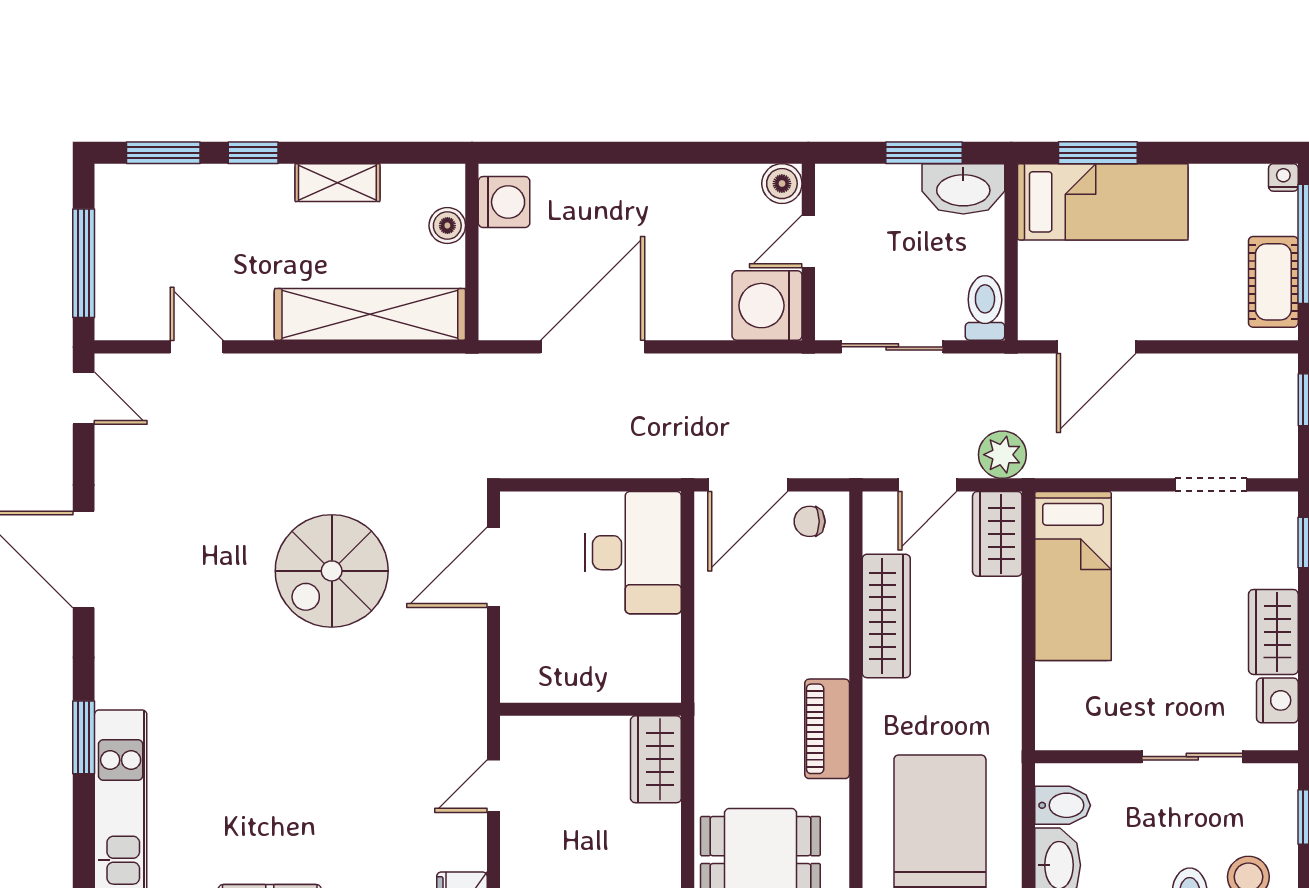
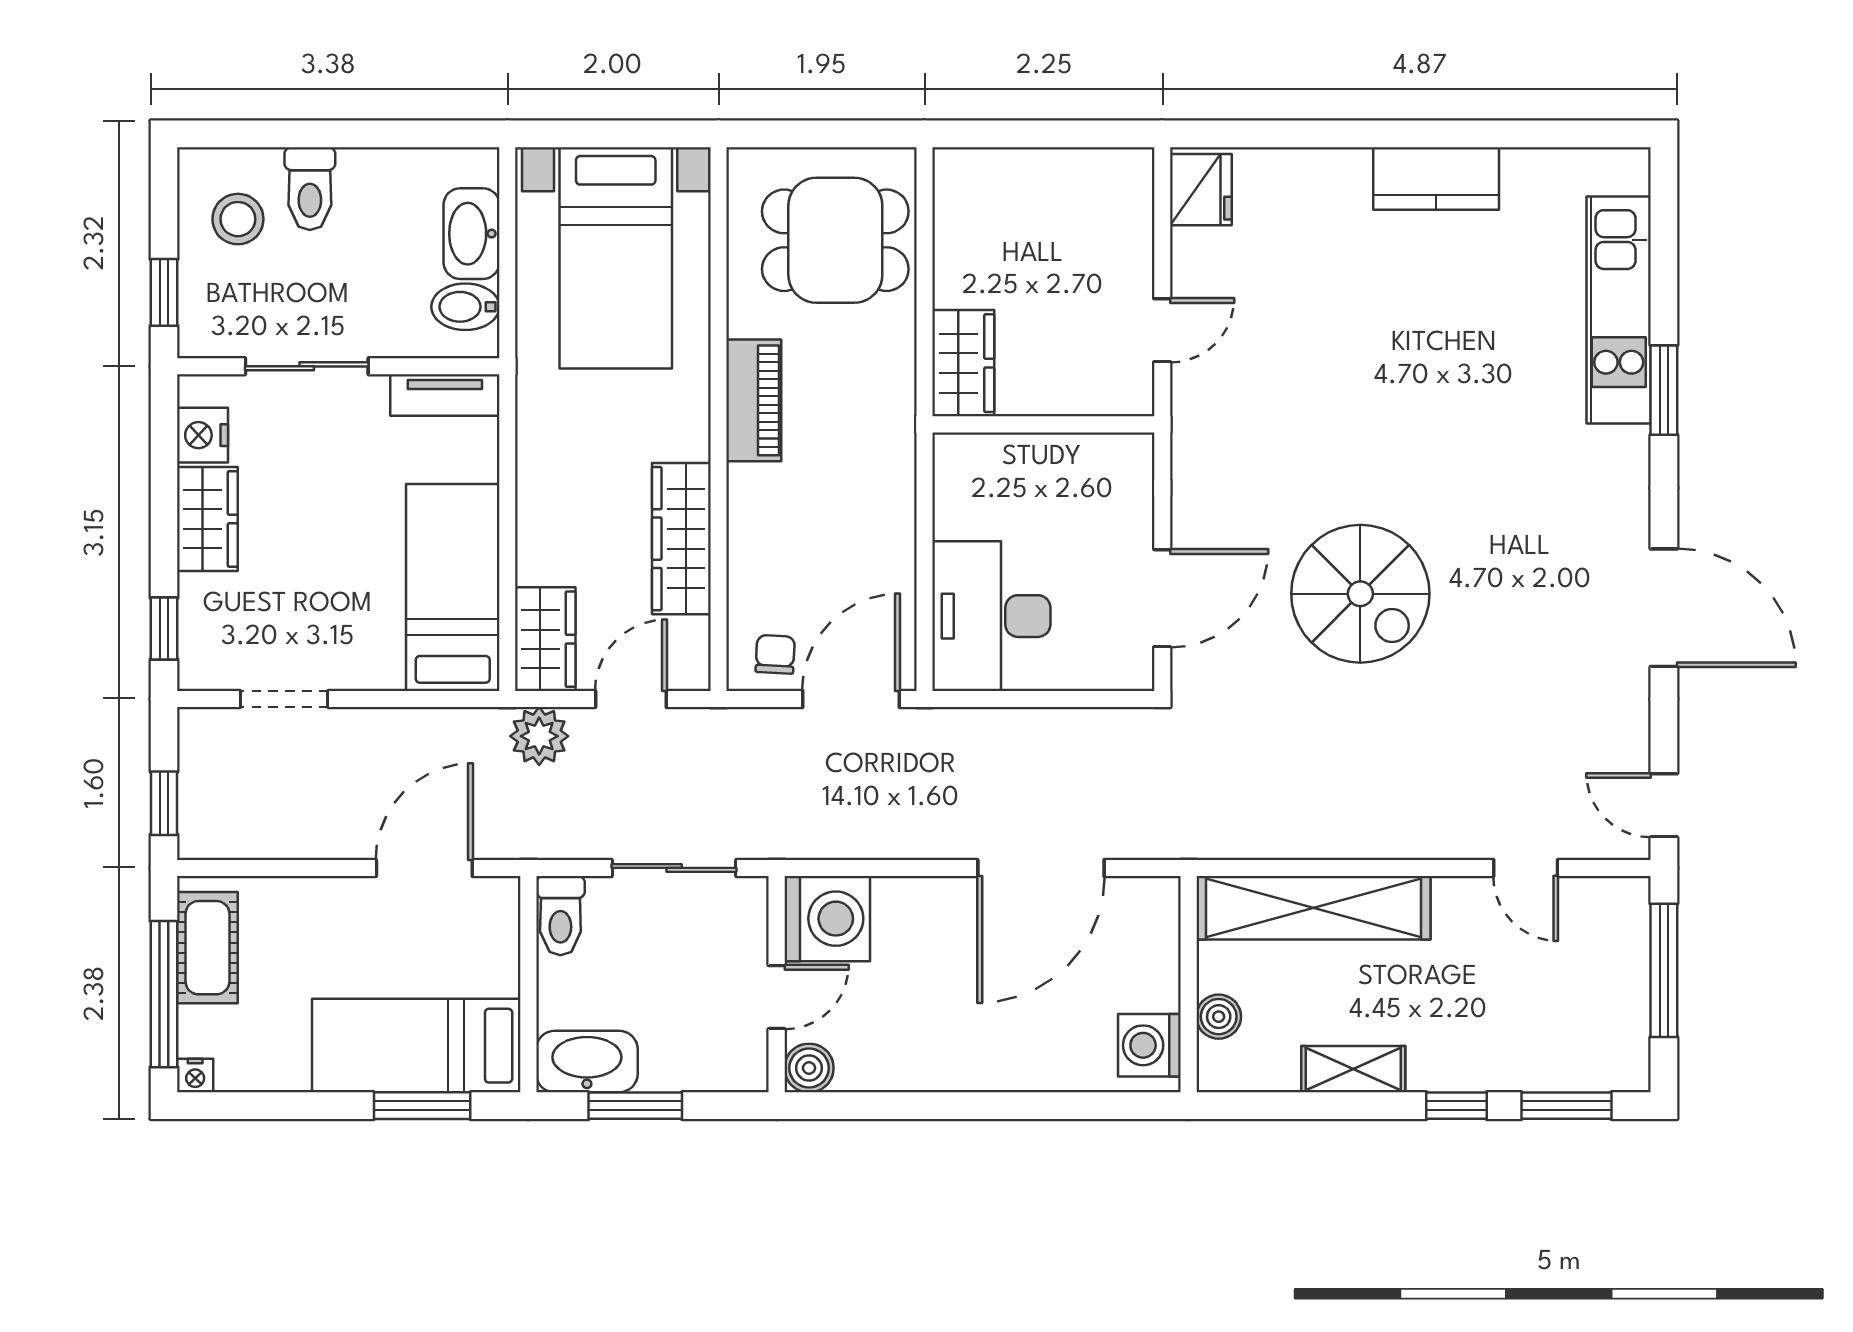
chair: (810, 521) -> (775, 654), turned -87
spiral stairs: (332, 571) -> (1360, 594), turned 90
tv unit: (1079, 733) -> (445, 395), added

